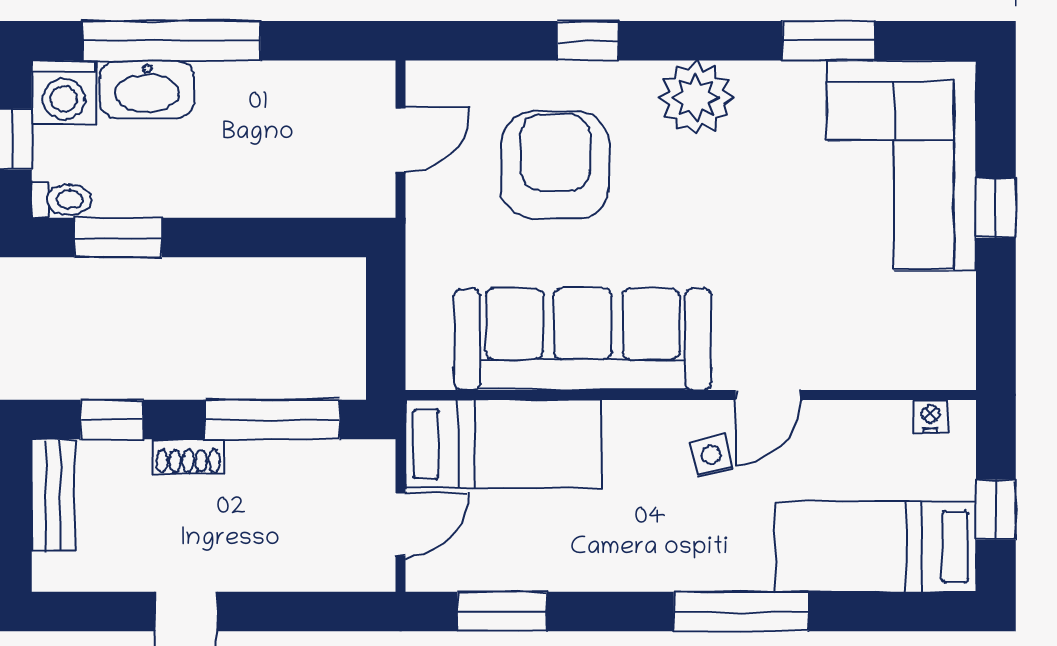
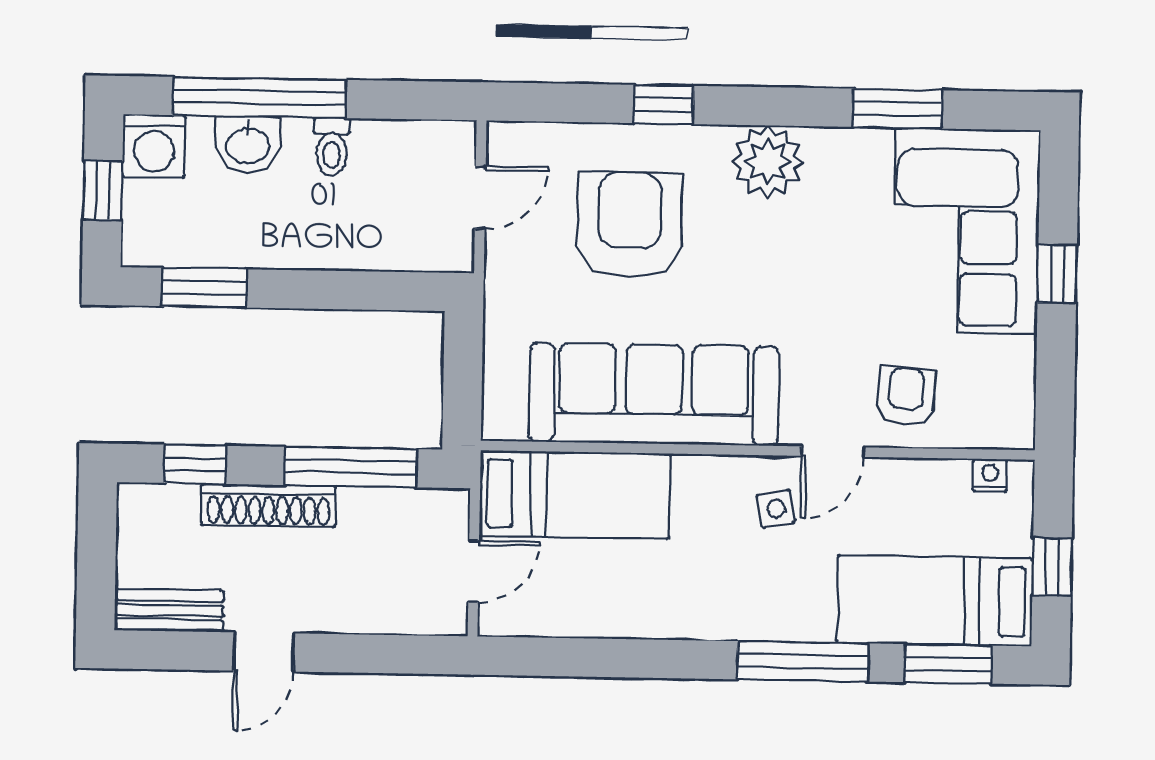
washbasin: (147, 89) -> (248, 144), width x0.72
toilet: (61, 200) -> (332, 147), moved, turned 90
armchair: (842, 337) -> (906, 397), added
shoe rack: (188, 457) -> (268, 506), width x1.94, depth x1.24
bench: (53, 495) -> (169, 610), moved, turned 90
window: (502, 611) -> (948, 664), moved

